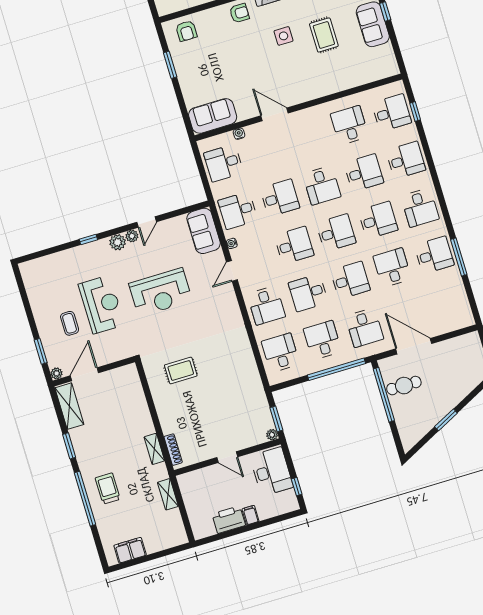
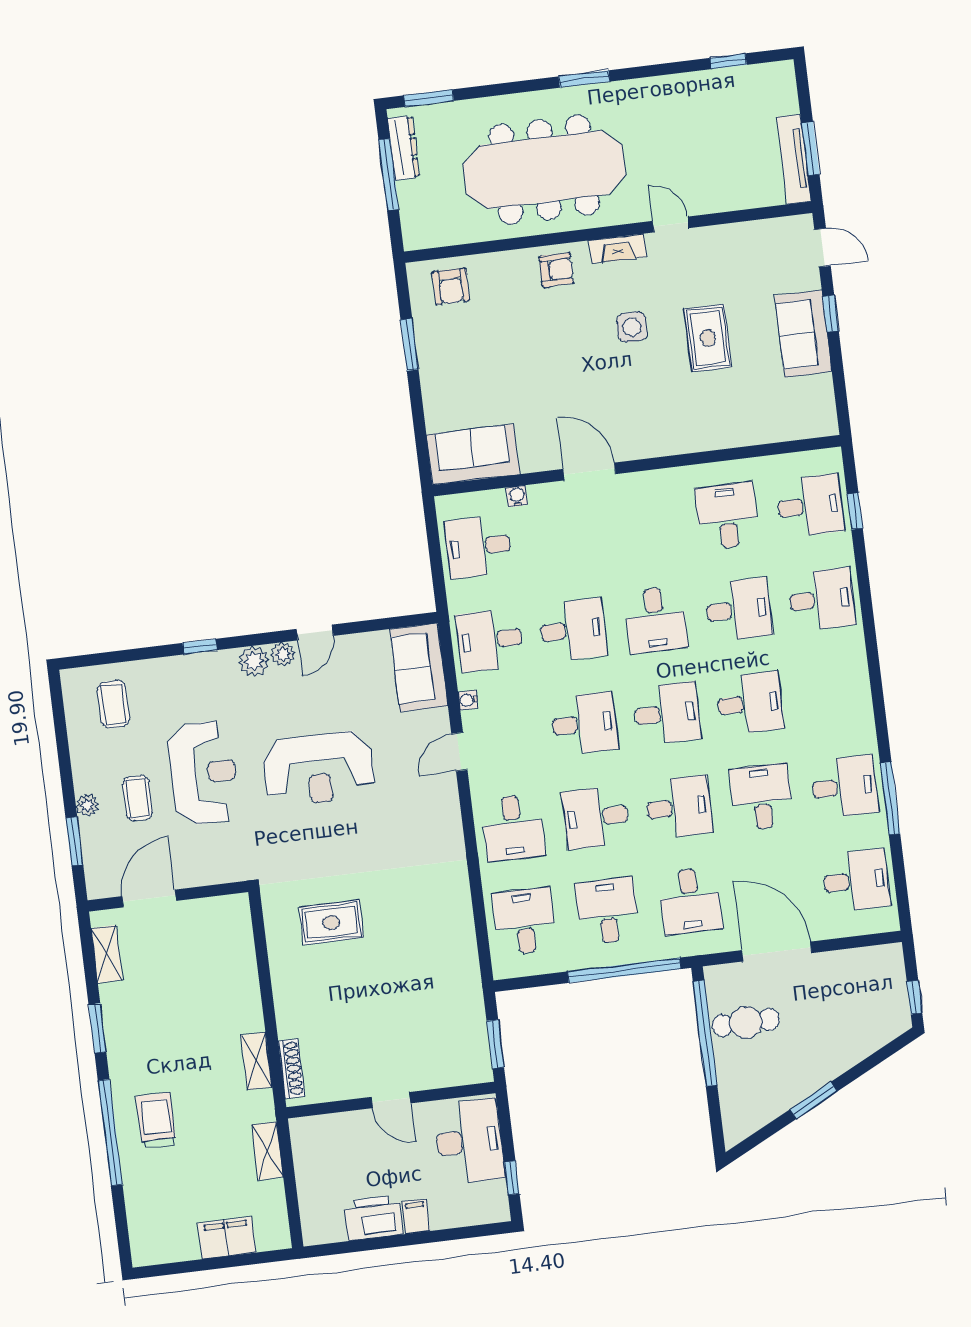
desk: (420, 208) -> (856, 881), moved, turned -90
coffee table: (49, 277) -> (113, 704), added
plant: (57, 373) -> (87, 805), moved
shelving: (69, 406) -> (107, 954), width x0.67, depth x0.75
plant: (272, 435) -> (482, 1072), removed
filing cabinet: (130, 550) -> (227, 1238), moved

